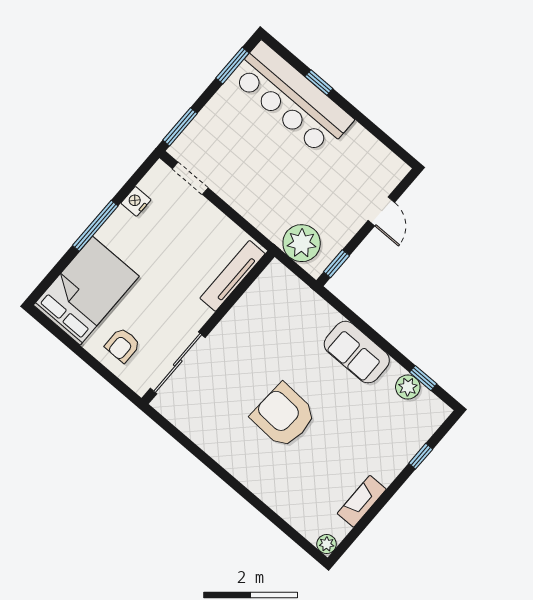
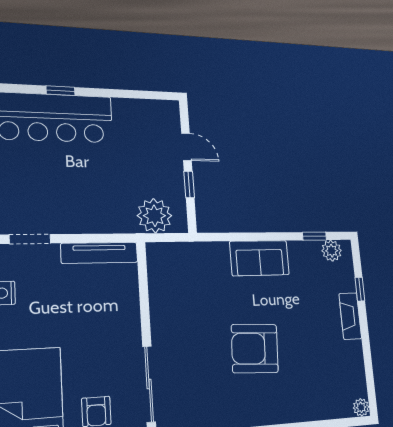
window: (336, 264) -> (189, 184), moved
tv unit: (232, 276) -> (99, 253), moved, turned -90
plant: (408, 387) -> (332, 251), moved
fireplace: (362, 501) -> (350, 316), moved

